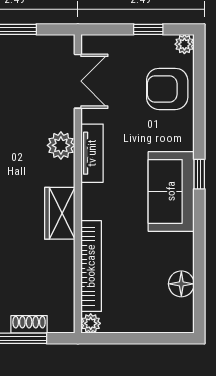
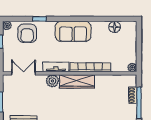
window: (199, 174) -> (39, 19), moved
wardrobe: (60, 213) -> (77, 81), width x1.50
bookcase: (91, 266) -> (90, 67), moved

